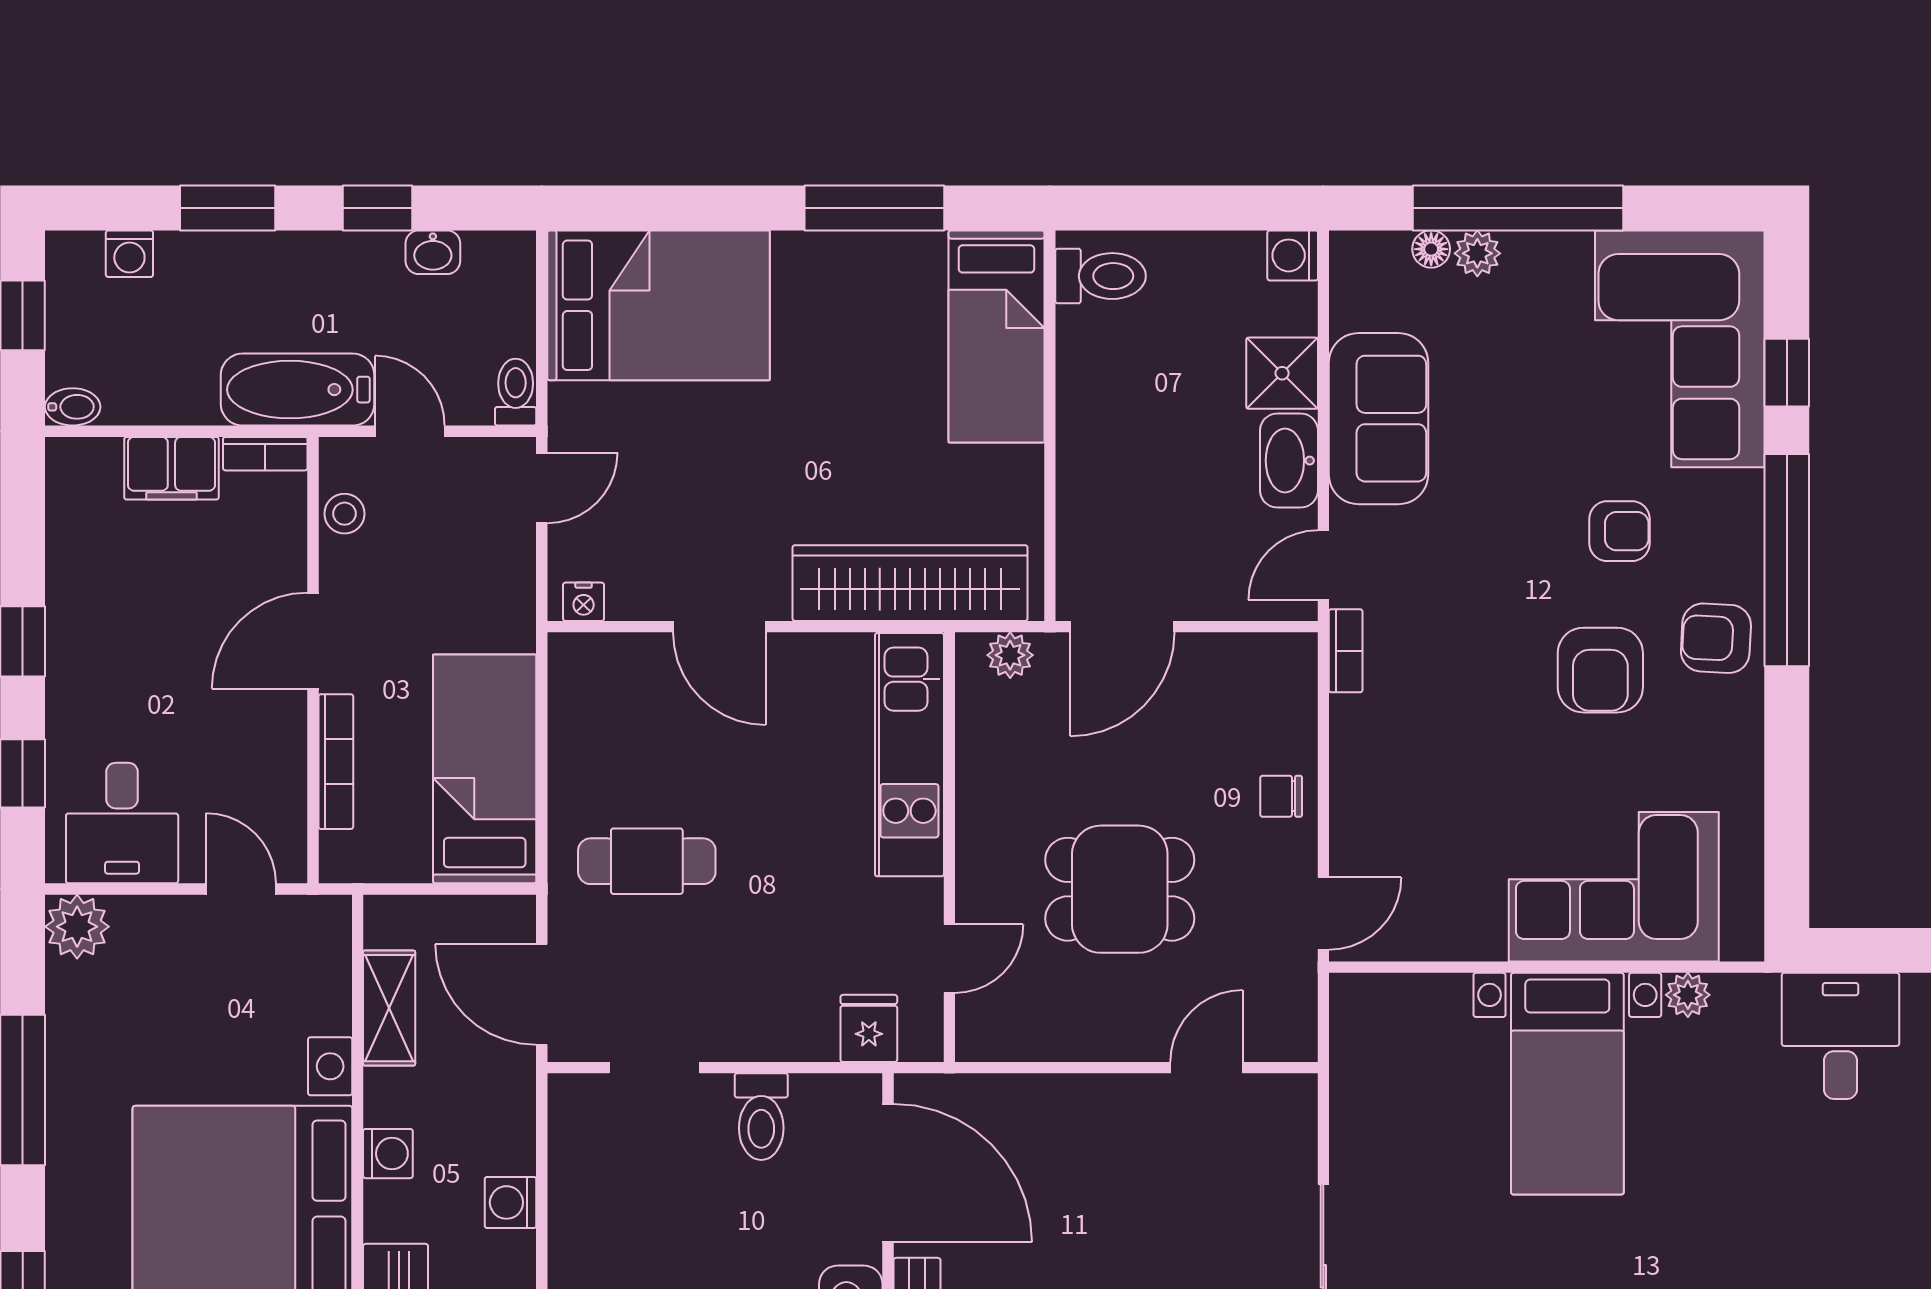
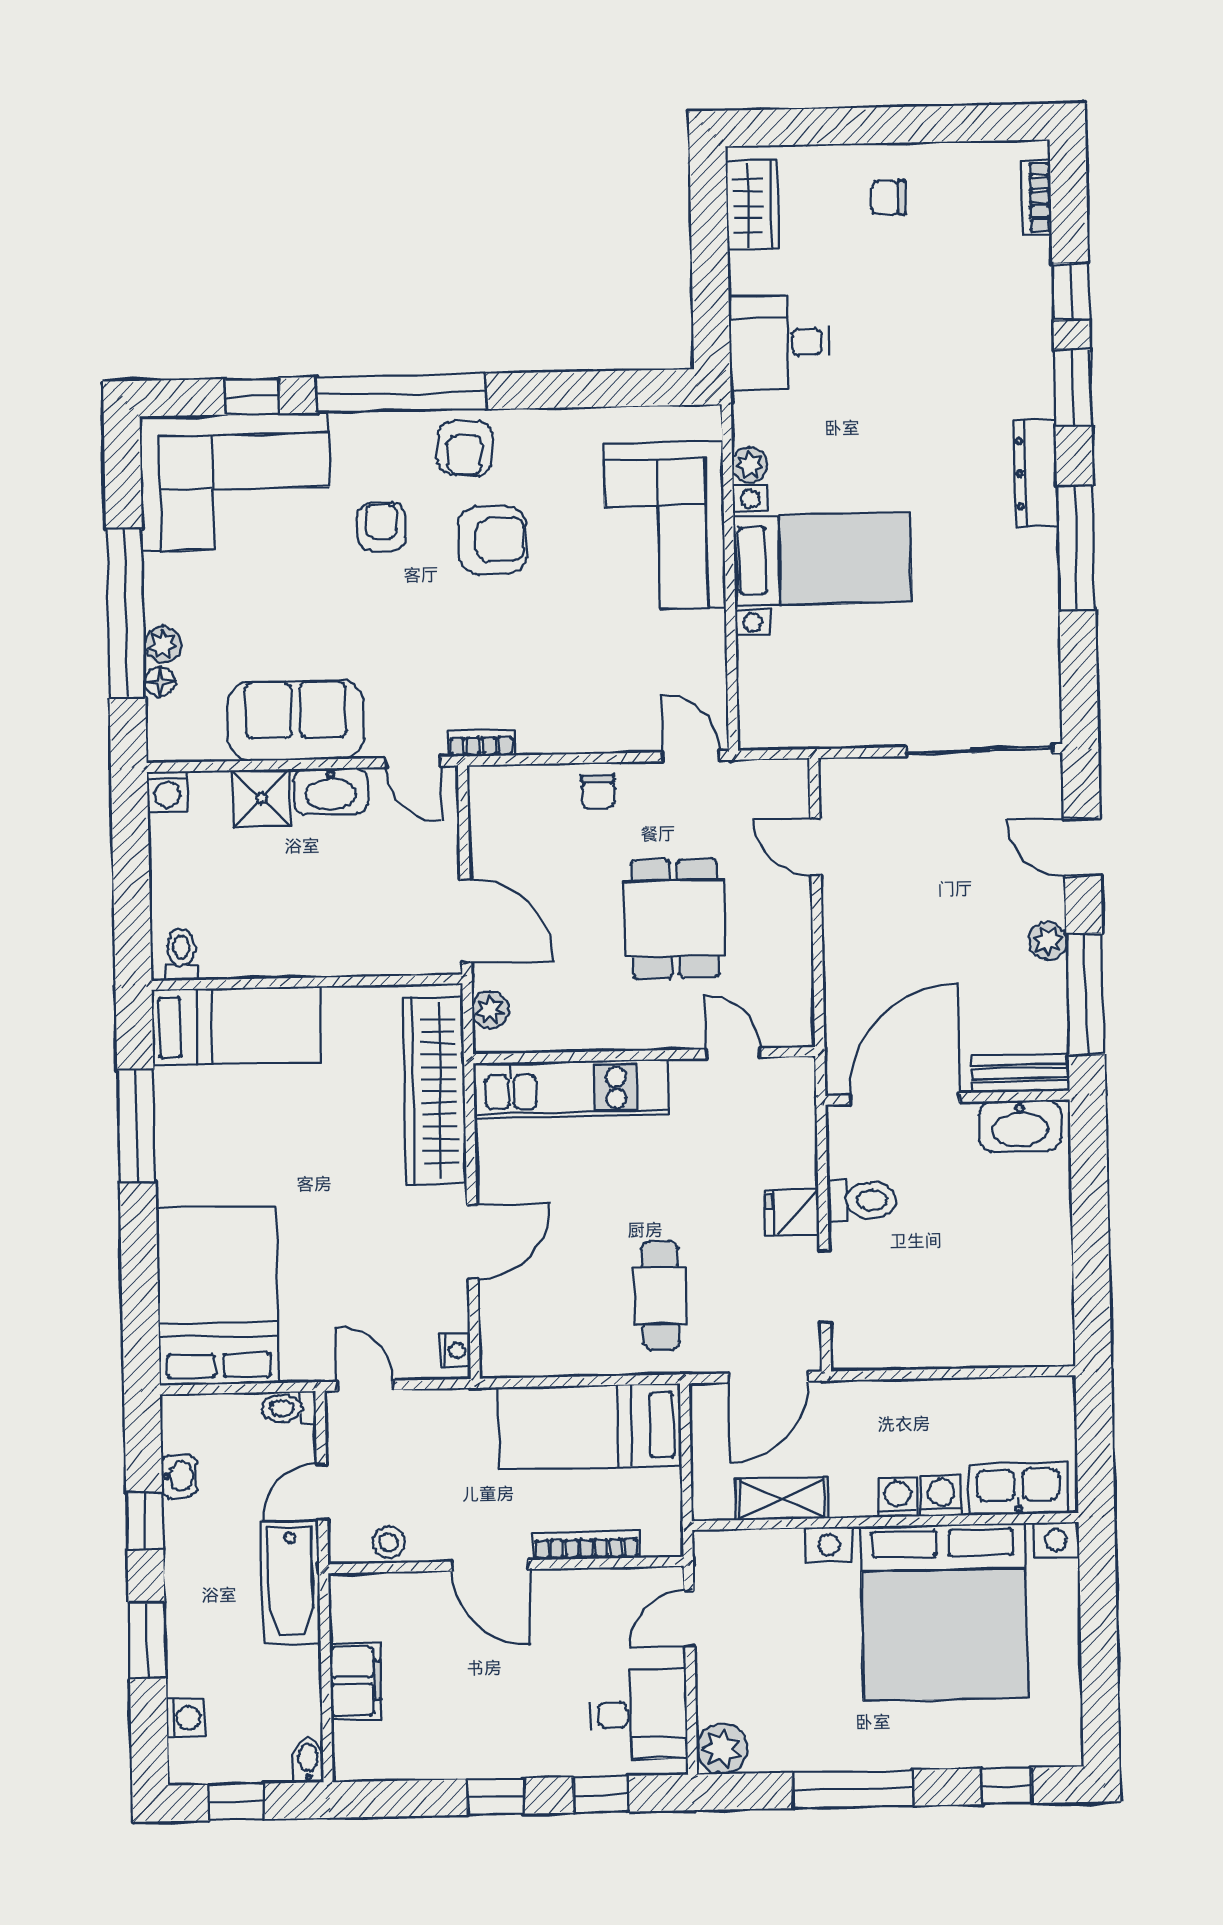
toilet: (1101, 276) -> (181, 954), width x0.73, depth x0.72
bookcase: (265, 454) -> (342, 1606), removed
fridge: (869, 1028) -> (792, 1212), moved
washing machine: (511, 1202) -> (941, 1495), moved, turned 180

